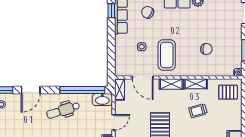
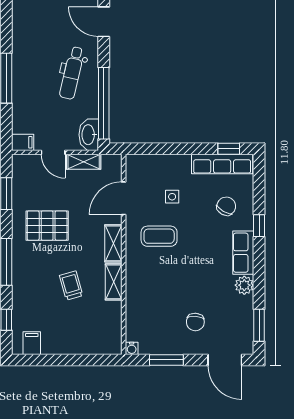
chair: (206, 49) -> (195, 322), moved
coffee table: (167, 55) -> (159, 236), width x0.73, depth x0.76
shelving: (120, 89) -> (84, 162), moved
pallet: (228, 92) -> (100, 333), removed
dental chair: (63, 110) -> (72, 73), turned -149

